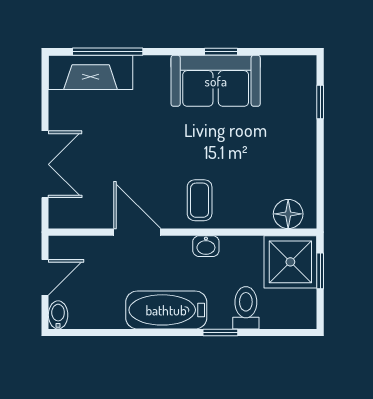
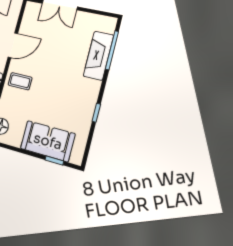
fireplace: (91, 72) -> (98, 56), moved
sofa: (216, 81) -> (48, 141), moved, turned 90

